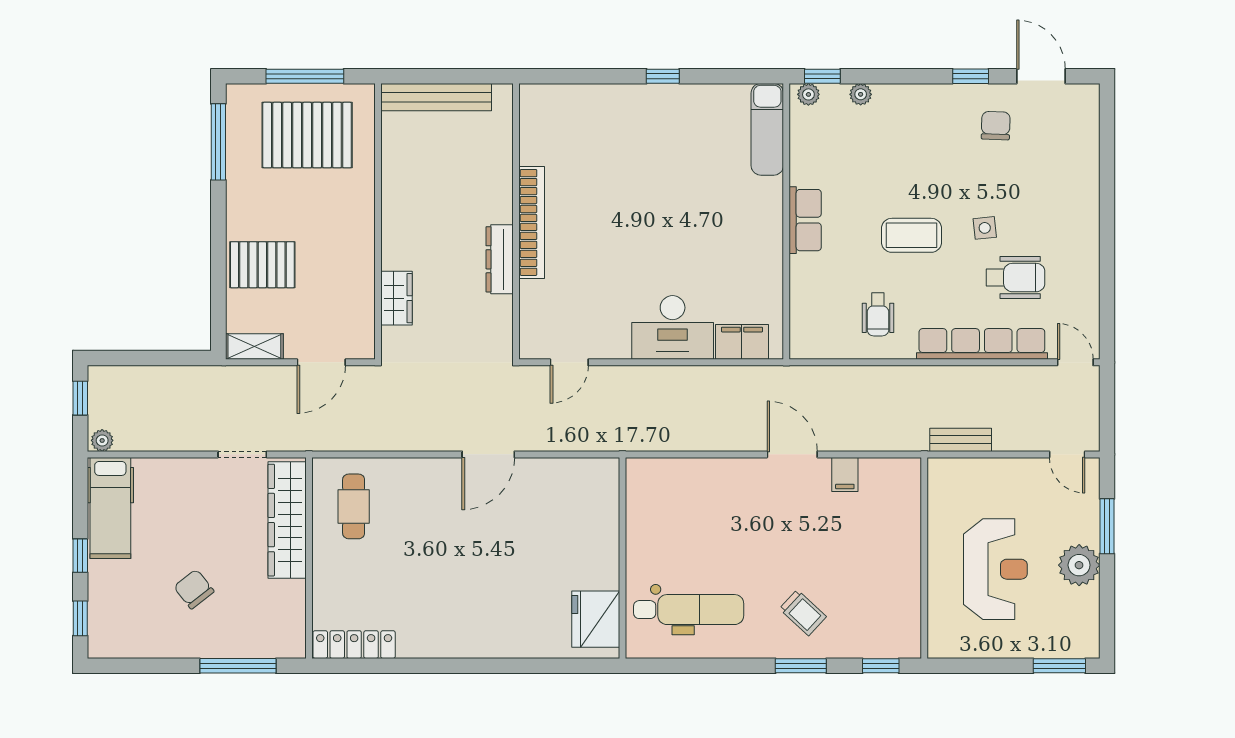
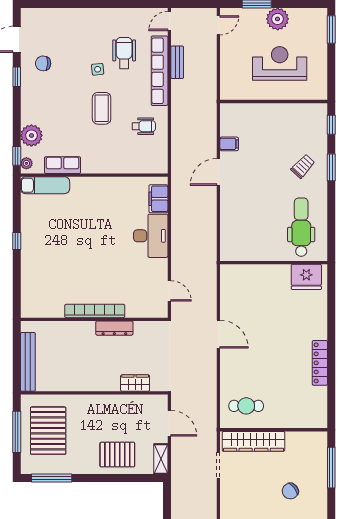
plant: (861, 94) -> (31, 135), width x1.87, depth x1.87
row of seats: (805, 220) -> (63, 165), moved
pallet: (262, 265) -> (117, 455), turned 90
bench: (961, 440) -> (177, 62), moved
locker: (354, 645) -> (320, 363), moved

